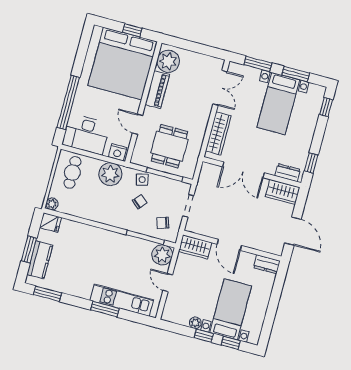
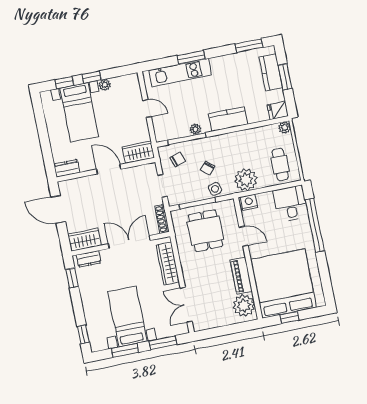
desk: (86, 134) -> (290, 204), width x0.73
shoe rack: (204, 176) -> (162, 219), added
kitchen counter: (99, 237) -> (228, 119), added
plant: (162, 255) -> (195, 129), moved, width x0.53, depth x0.53

